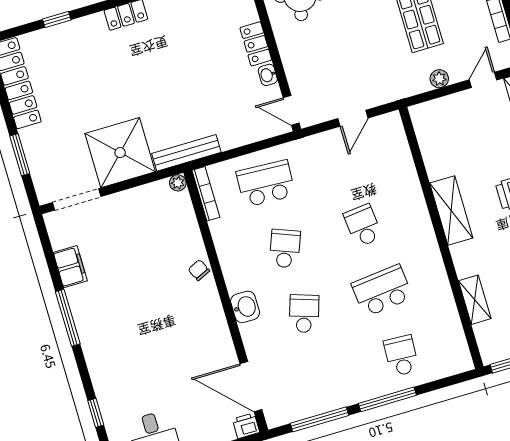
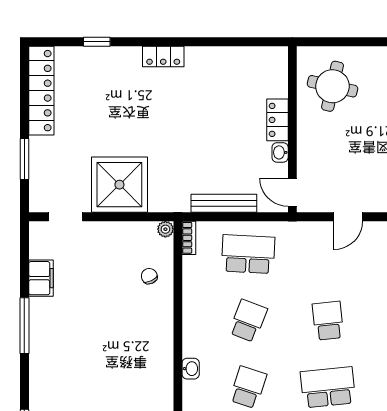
bench: (186, 153) -> (224, 203), moved
bookcase: (206, 194) -> (189, 238), width x0.64
doorway: (77, 199) -> (66, 217), width x0.73
chair: (199, 270) -> (149, 276), moved
washbasin: (245, 307) -> (191, 369), width x0.72, depth x0.69

